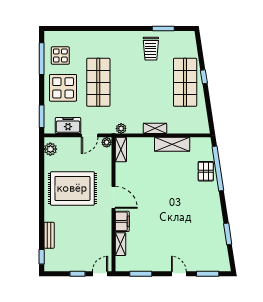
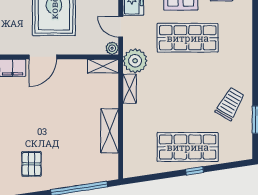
trolley: (151, 49) -> (230, 104), turned 120
plant: (121, 128) -> (135, 61), width x1.88, depth x1.88
shelving: (155, 128) -> (130, 89), moved
pallet: (206, 171) -> (31, 164), moved, turned 90

